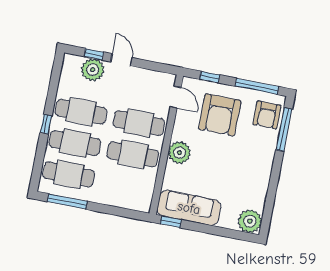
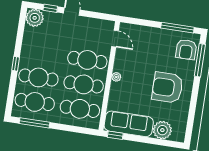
plant: (93, 70) -> (35, 18), moved
window: (210, 77) -> (141, 22), removed
cafe table: (81, 112) -> (80, 109), moved
armchair: (220, 115) -> (167, 88), moved, turned 90
plant: (179, 153) -> (116, 77), width x0.53, depth x0.53
plant: (250, 221) -> (162, 130), moved

